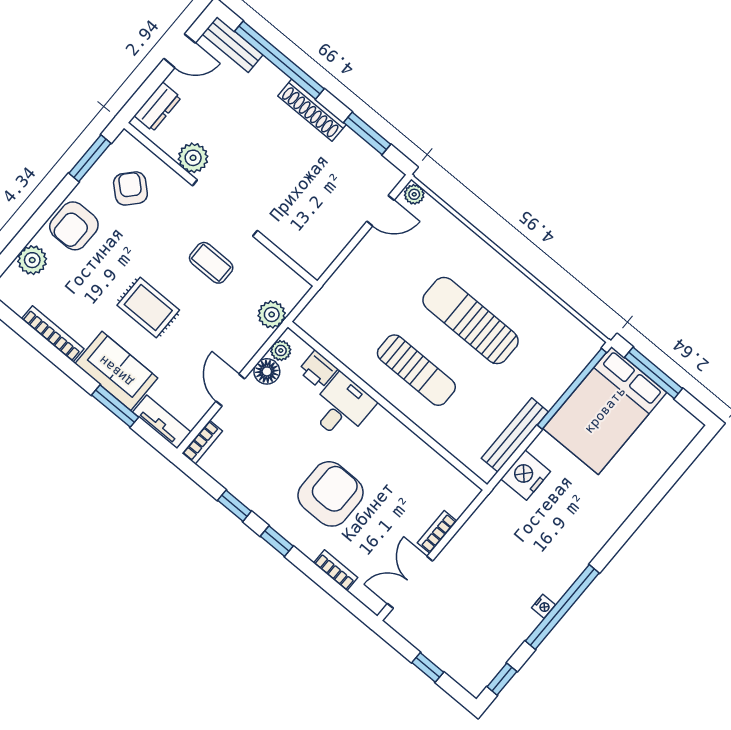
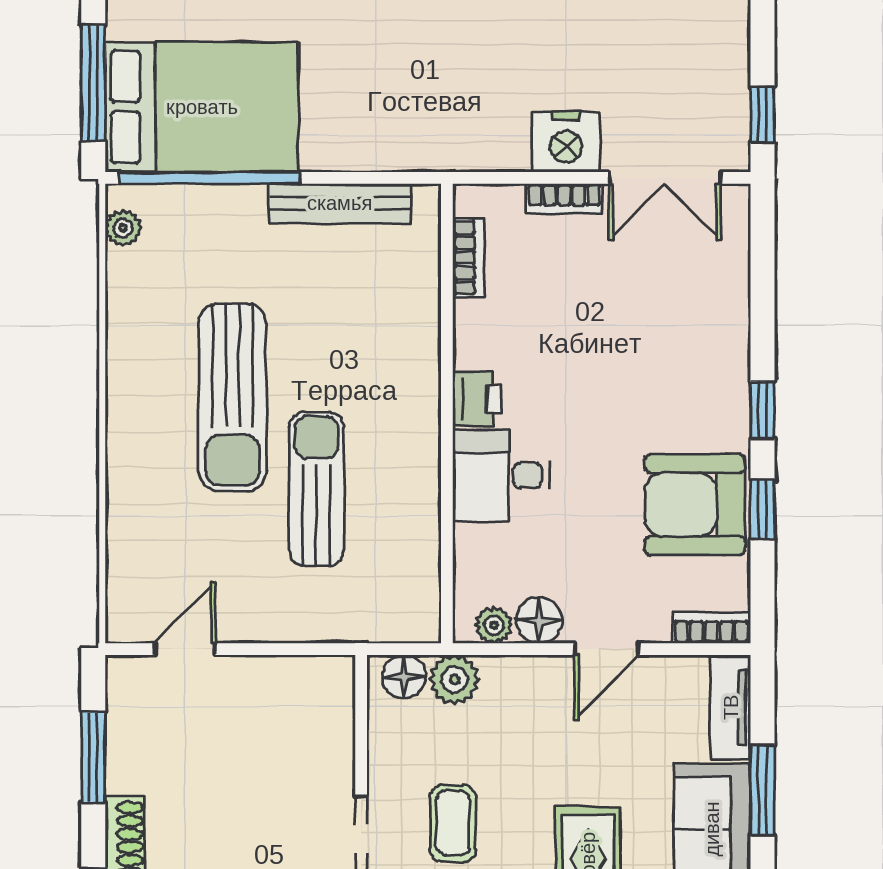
plant: (414, 194) -> (123, 228), moved
door: (380, 211) -> (185, 649), hinge flipped
floor lamp: (291, 294) -> (404, 677), added
printer: (318, 370) -> (477, 399), moved
sun lounger: (416, 370) -> (316, 489), moved
nightstand: (526, 475) -> (566, 142), moved
armchair: (331, 494) -> (695, 505), moved
bookcase: (336, 570) -> (468, 258), moved, turned 180
window: (428, 667) -> (762, 115), moved

